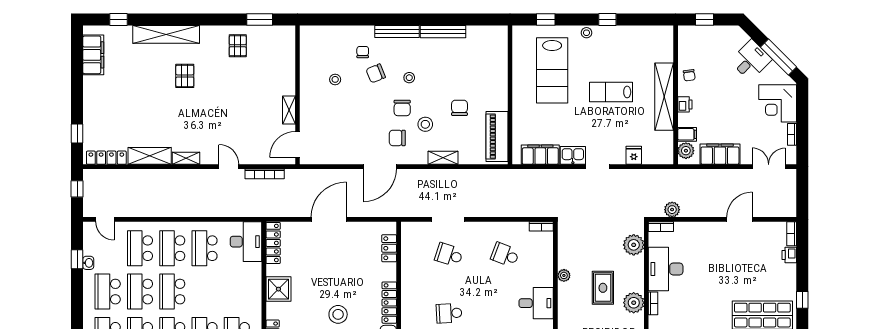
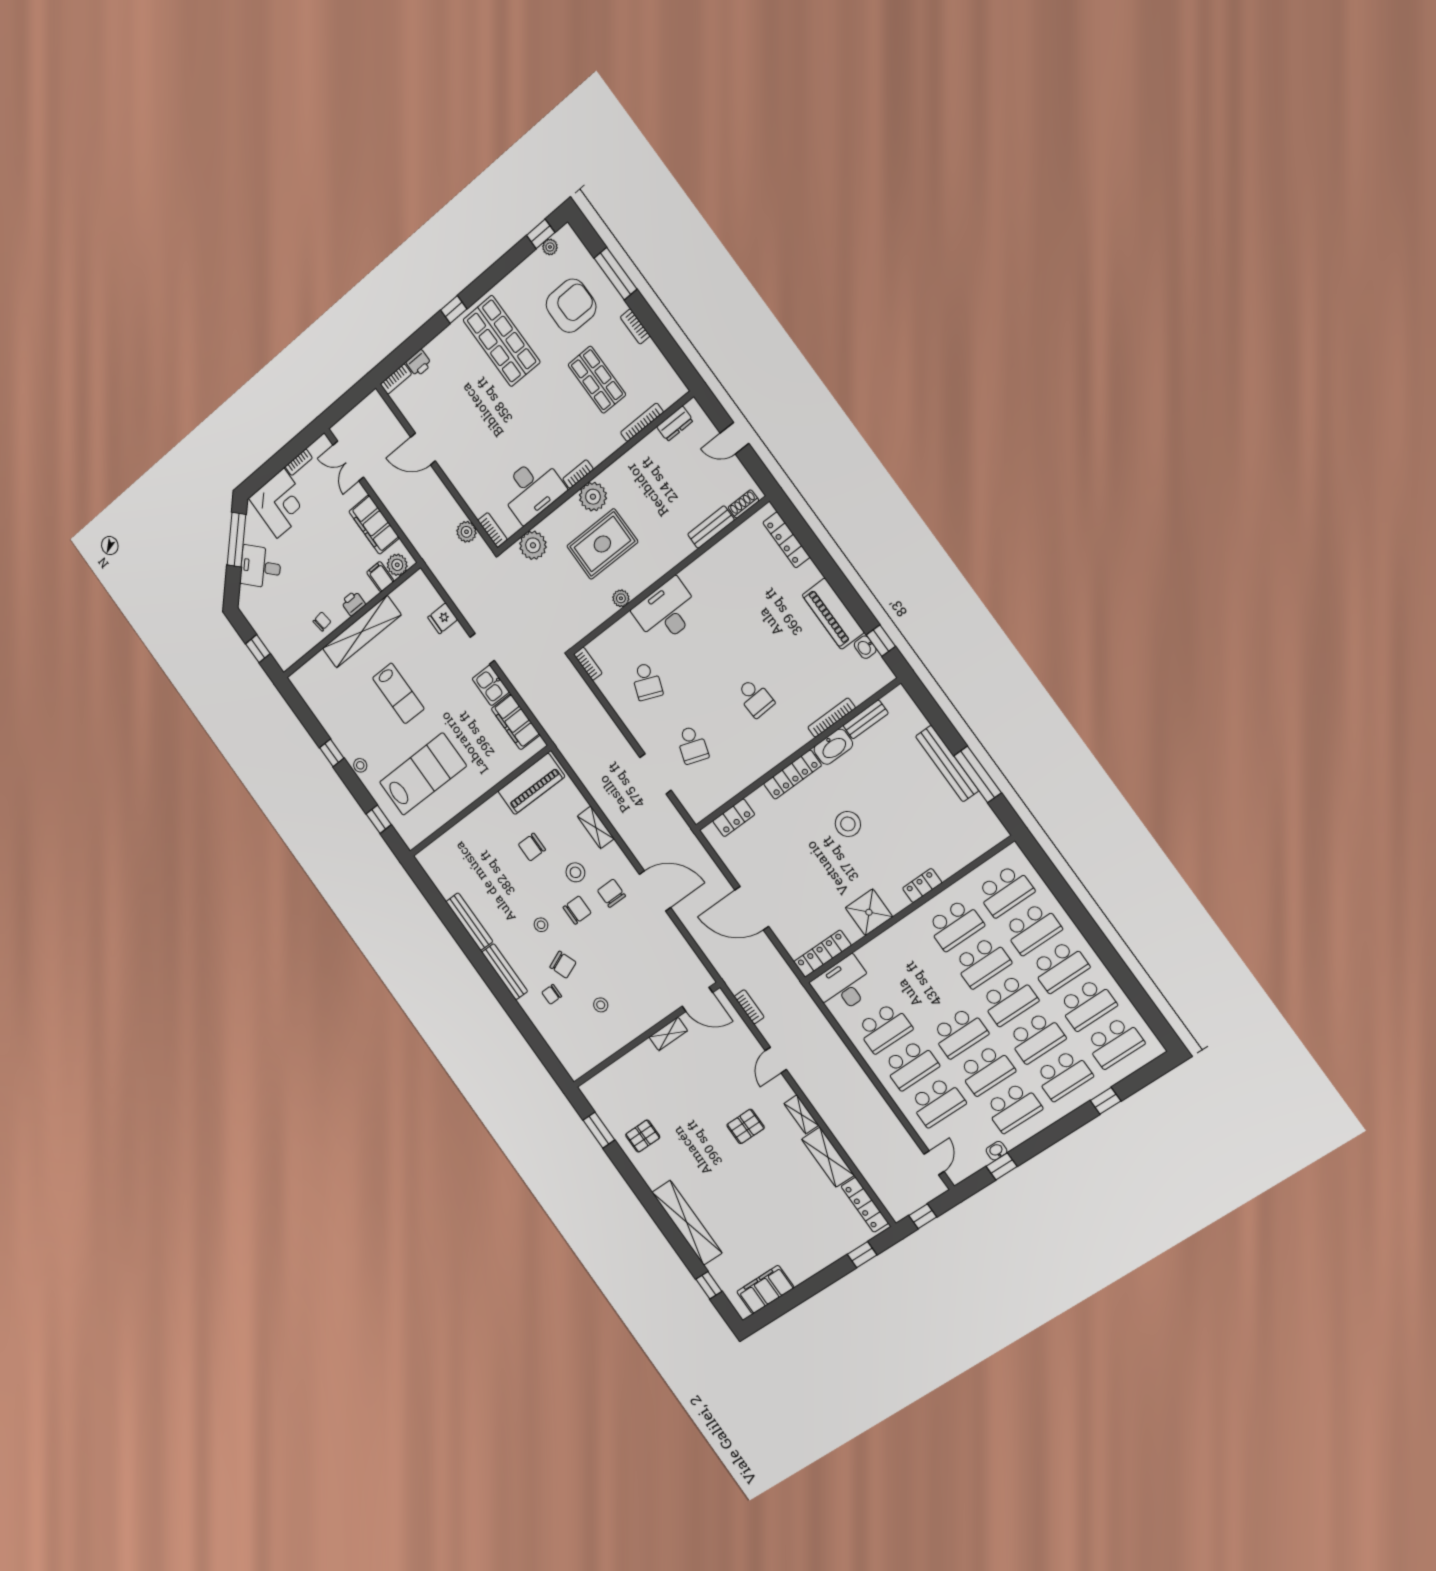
pallet: (185, 76) -> (746, 1126), moved
chair: (397, 138) -> (611, 893), turned 180
bookcase: (265, 174) -> (749, 1007), width x0.64
rug: (603, 288) -> (602, 544), width x1.36, depth x1.43
desk: (536, 303) -> (667, 612), width x1.37

